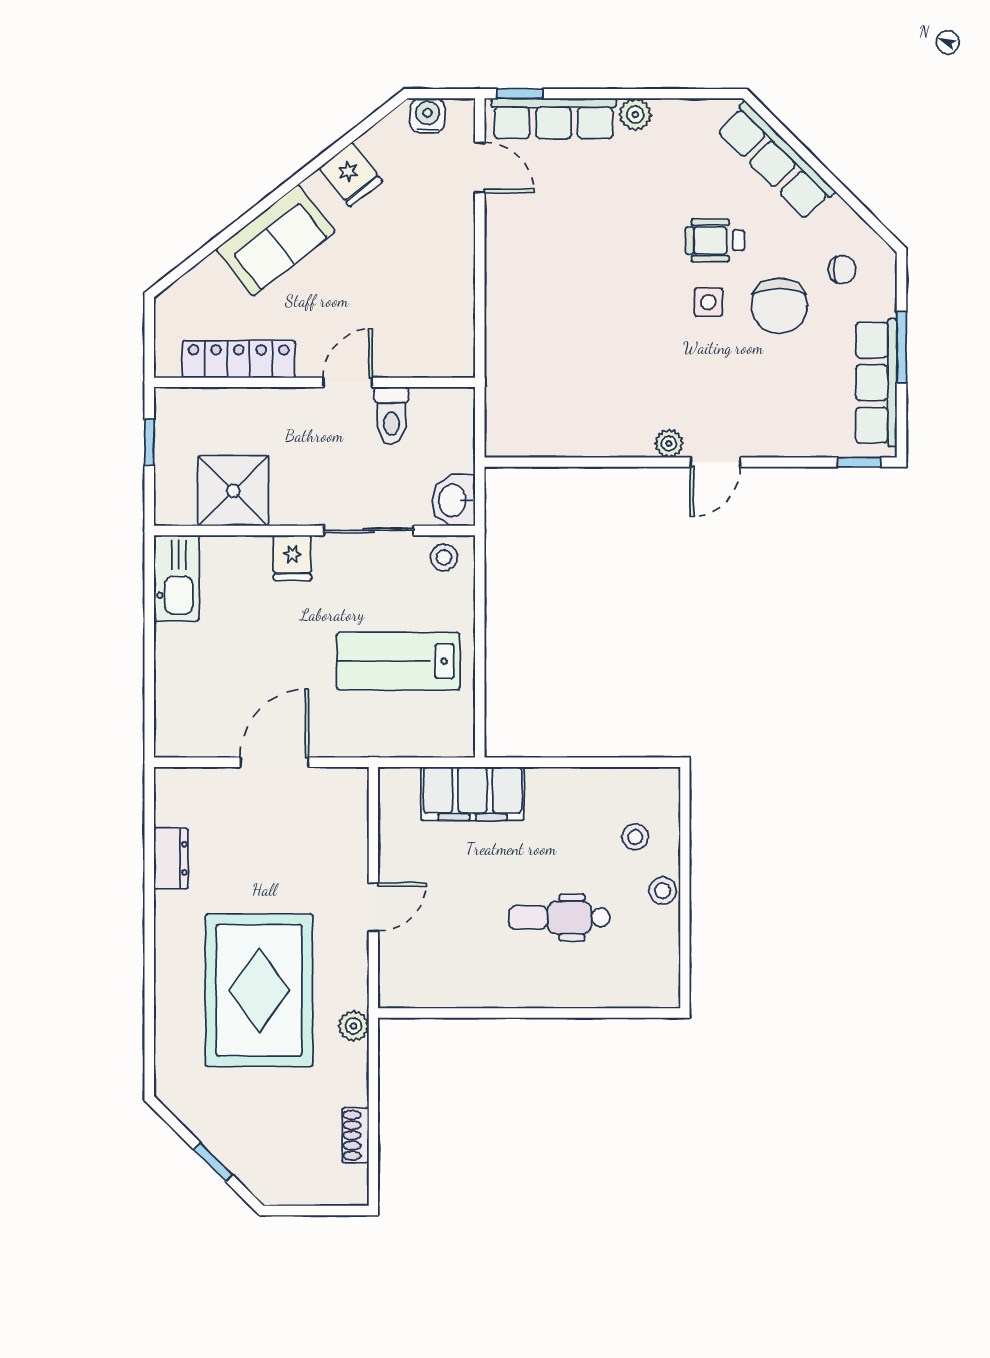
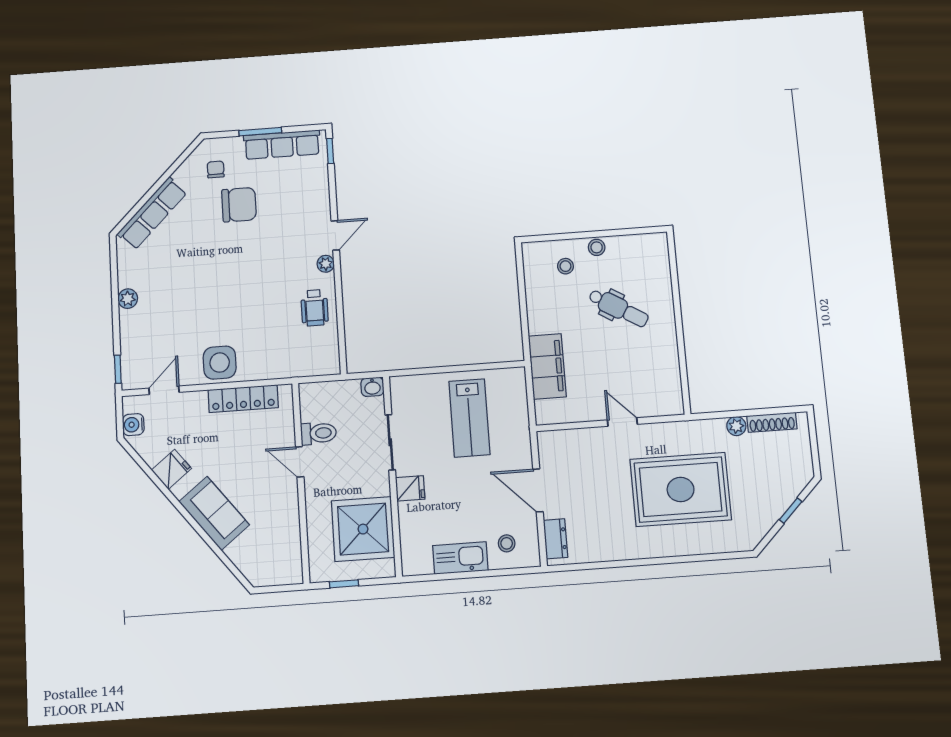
row of seats: (554, 118) -> (132, 348), removed
wheelchair: (715, 240) -> (315, 308), moved
side table: (708, 302) -> (220, 363), moved, width x1.87, depth x1.87
locker: (239, 359) -> (243, 399), moved, turned -90
door: (715, 462) -> (335, 235), hinge flipped
shower: (233, 491) -> (363, 529), width x1.37, depth x1.37
washbasin: (454, 500) -> (372, 387), width x0.72, depth x0.69
stool: (444, 557) -> (507, 543), moved
kitchen sink: (176, 578) -> (460, 558), moved
dresser: (171, 858) -> (555, 539), moved, turned 90
dental chair: (559, 917) -> (618, 308), turned -59
plant: (354, 1026) -> (736, 426), moved
shoe rack: (355, 1135) -> (772, 422), width x1.43

